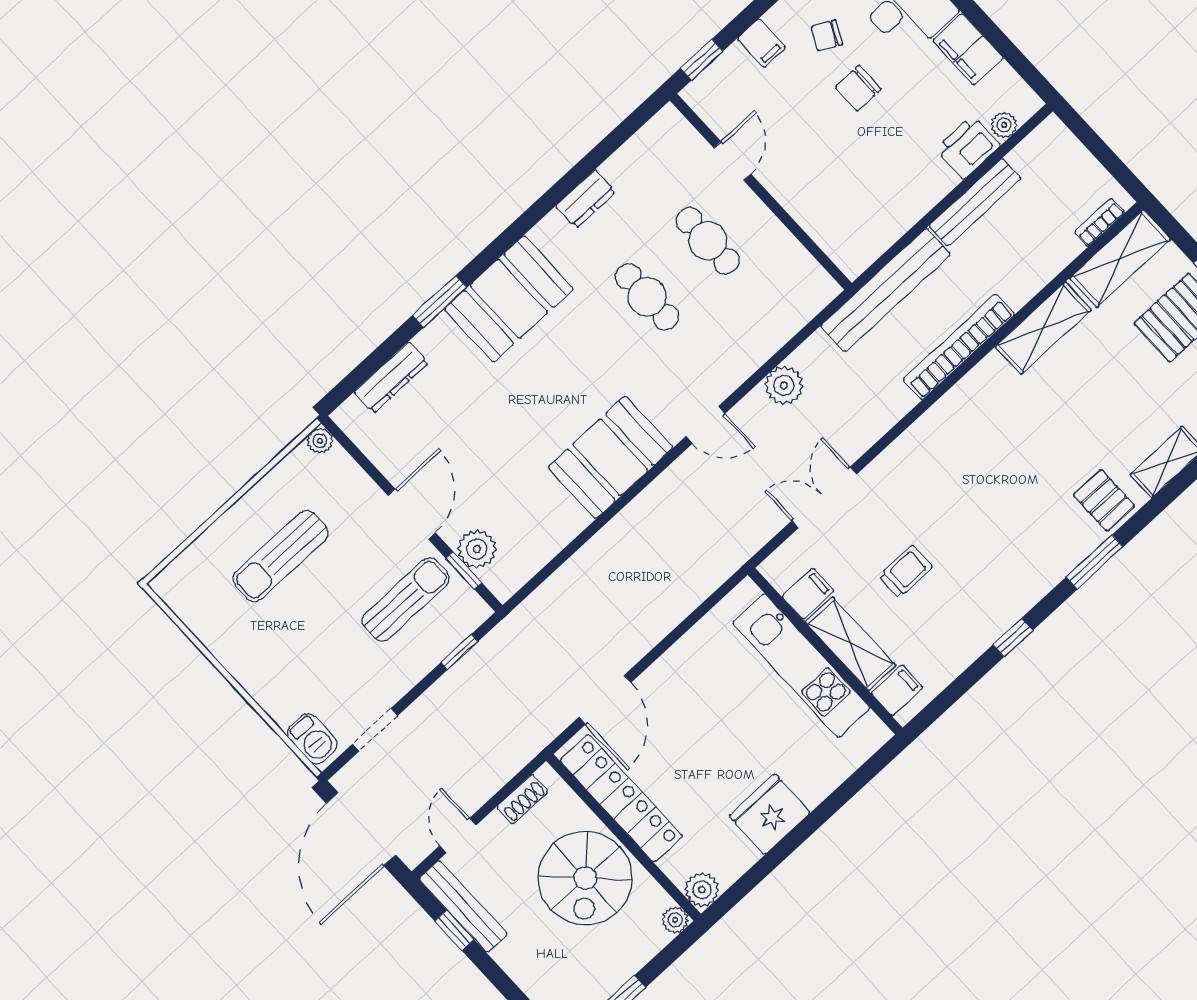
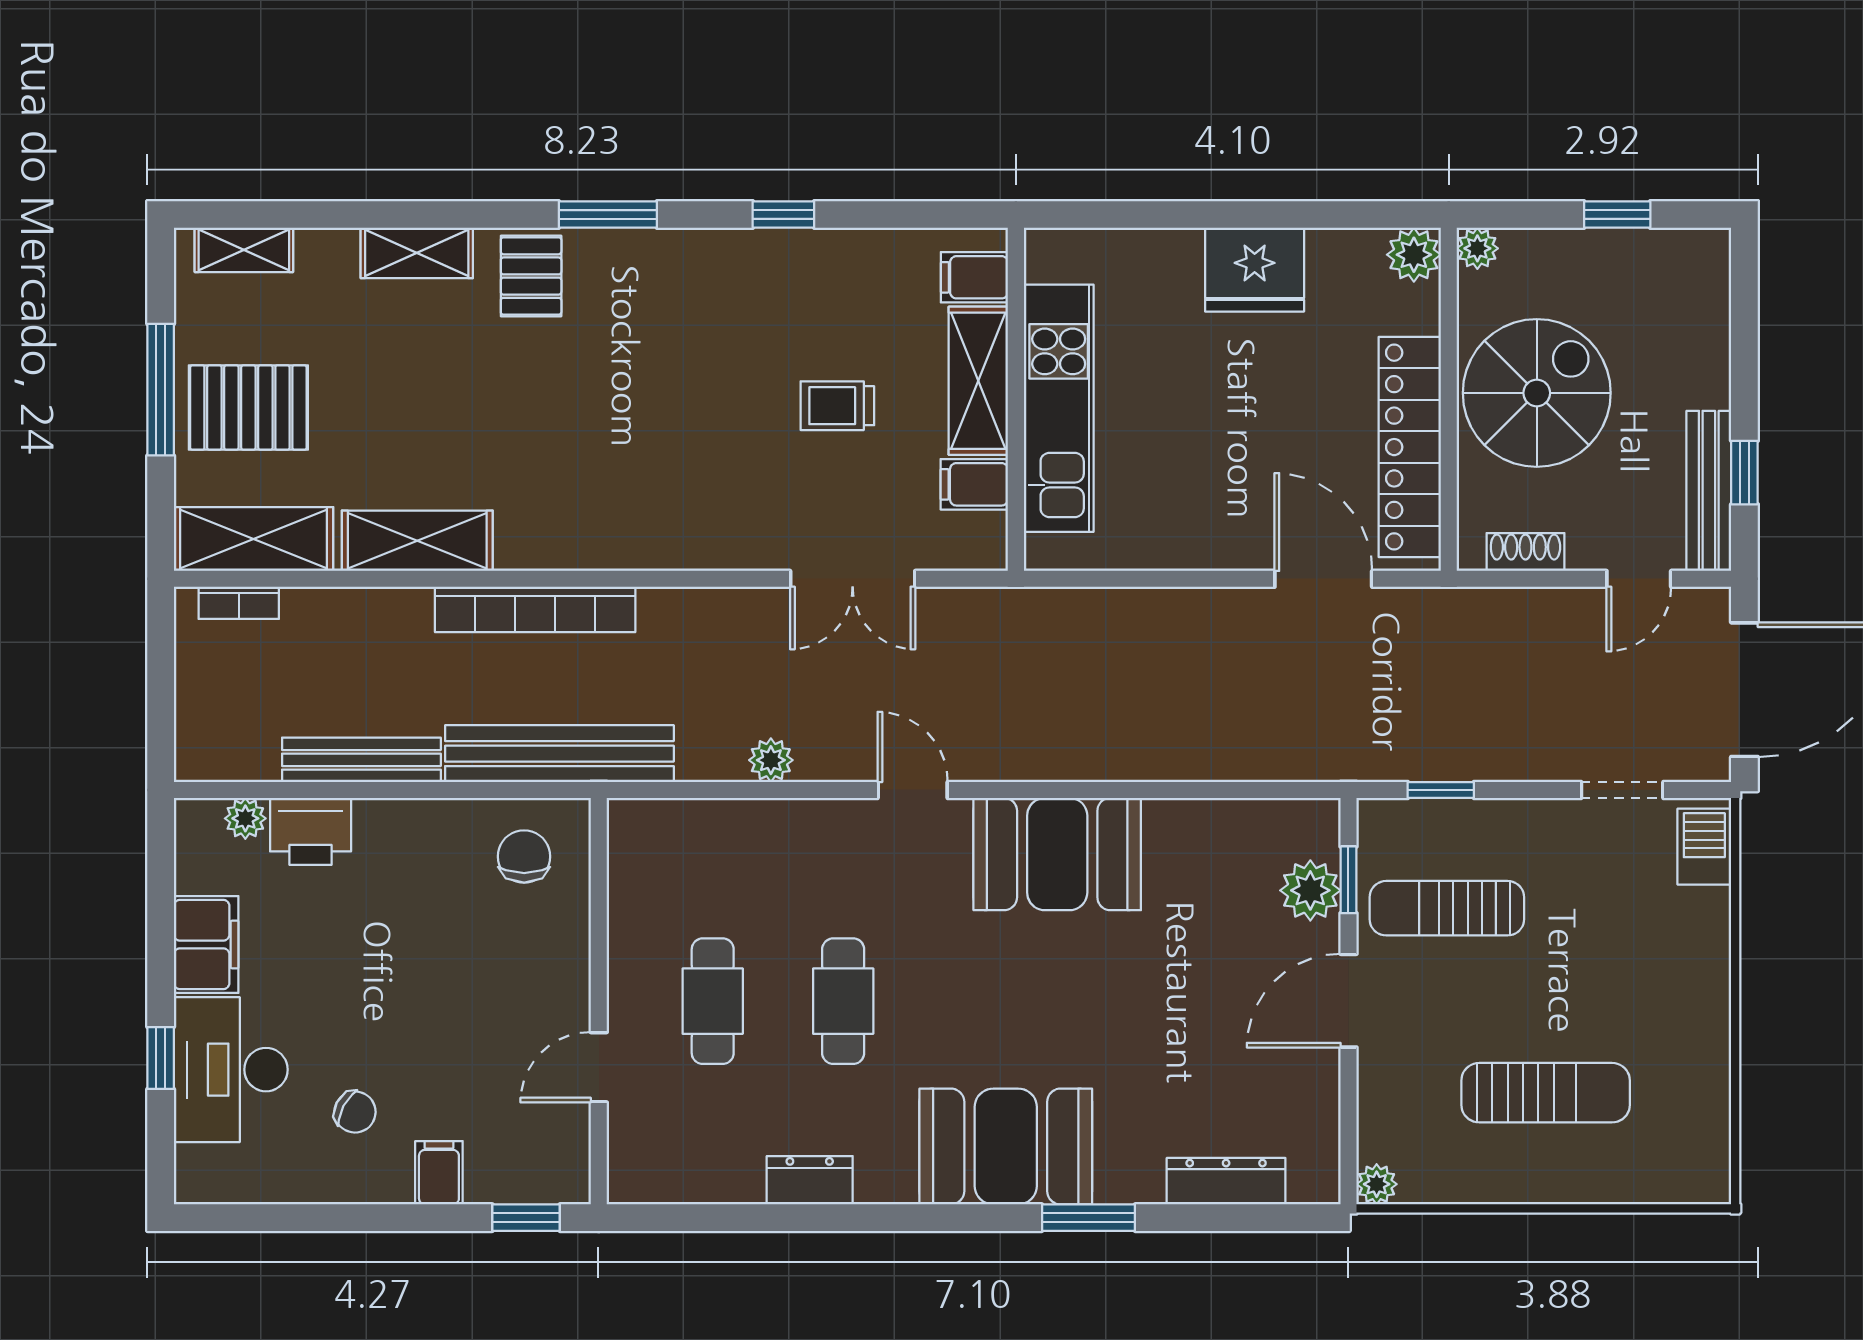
chair: (858, 88) -> (524, 856), moved, turned -90
plant: (784, 385) -> (771, 760), width x0.73, depth x0.73
door: (605, 700) -> (1323, 579), hinge flipped

